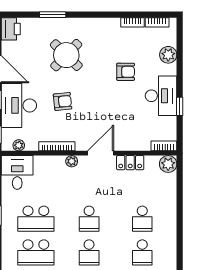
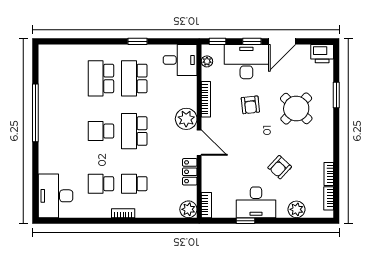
armchair: (126, 72) -> (280, 167), turned 43
plant: (72, 161) -> (186, 119), width x1.88, depth x1.88
school desk: (89, 219) -> (134, 131), width x1.85
bookcase: (172, 230) -> (123, 213), added

